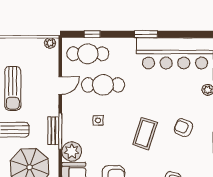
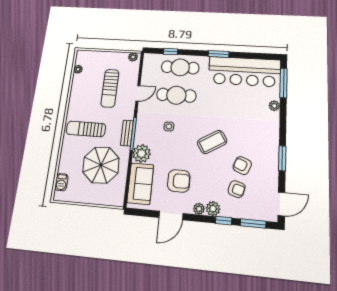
cafe table: (88, 54) -> (180, 67), moved
sun lounger: (13, 88) -> (110, 88), moved
armchair: (183, 128) -> (242, 166), moved
coffee table: (145, 133) -> (212, 142), turned 41

